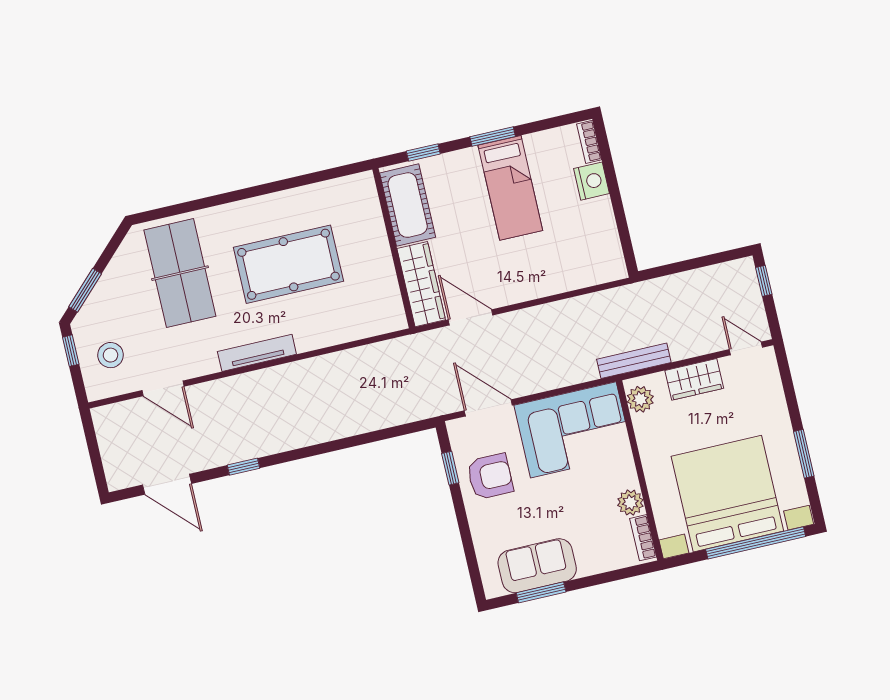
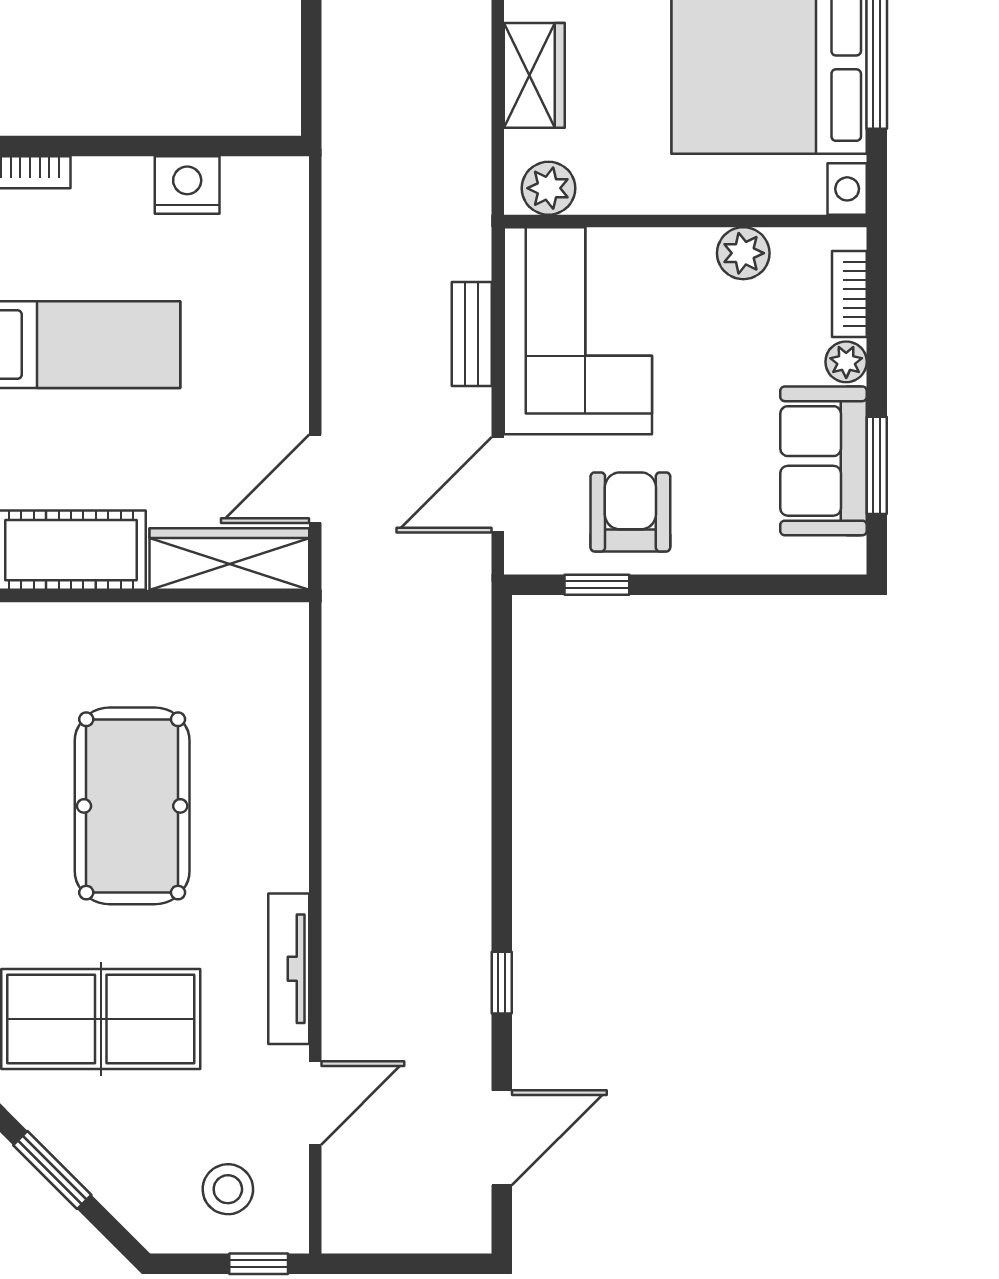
nightstand: (592, 181) -> (187, 185), moved
window: (85, 290) -> (52, 1170), moved
window: (71, 351) -> (259, 1264), moved
tv unit: (257, 353) -> (289, 969), moved
bench: (634, 361) -> (472, 334), moved, width x0.73
bookcase: (643, 538) -> (849, 294), moved, turned 90
plant: (589, 566) -> (846, 362), added

